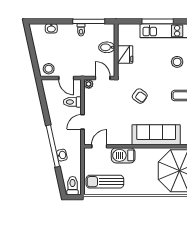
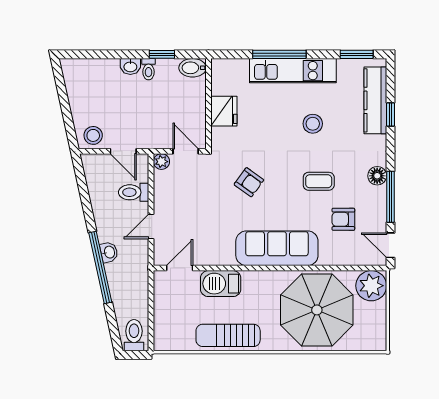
window: (89, 21) -> (162, 54), width x0.46
washbasin: (51, 28) -> (130, 66), moved
bidet: (107, 47) -> (193, 68), moved
washbasin: (62, 155) -> (109, 252), moved
sun lounger: (105, 182) -> (228, 335), moved

